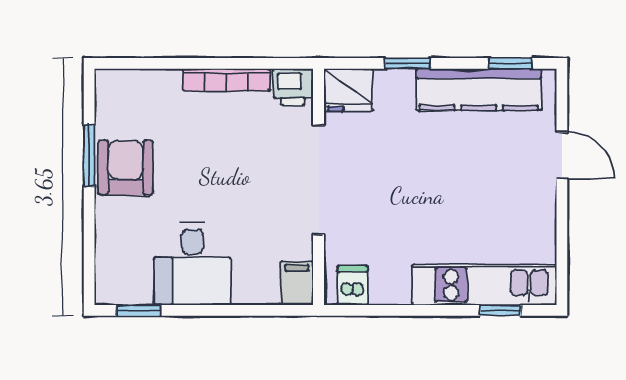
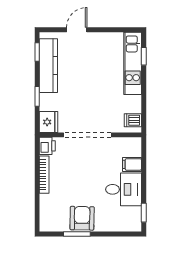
armchair: (126, 168) -> (82, 218), turned 91
filing cabinet: (297, 283) -> (132, 164), moved

